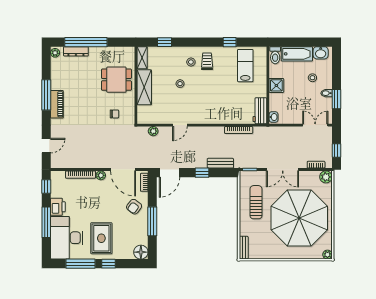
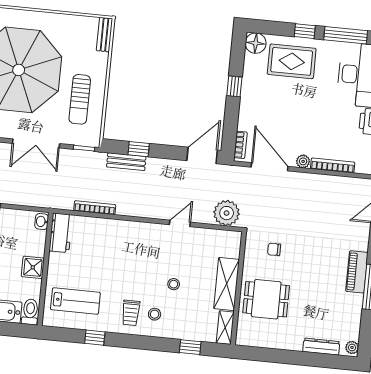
window: (86, 42) -> (305, 359), removed
lab bench: (245, 66) -> (75, 301), turned -90
plant: (153, 131) -> (227, 213), width x1.88, depth x1.88
double door: (283, 169) -> (36, 143), swing flipped
window: (202, 173) -> (139, 149), moved
armchair: (134, 207) -> (259, 111), removed
window: (152, 221) -> (234, 86), width x0.46
rug: (101, 238) -> (292, 61), moved, turned 90

